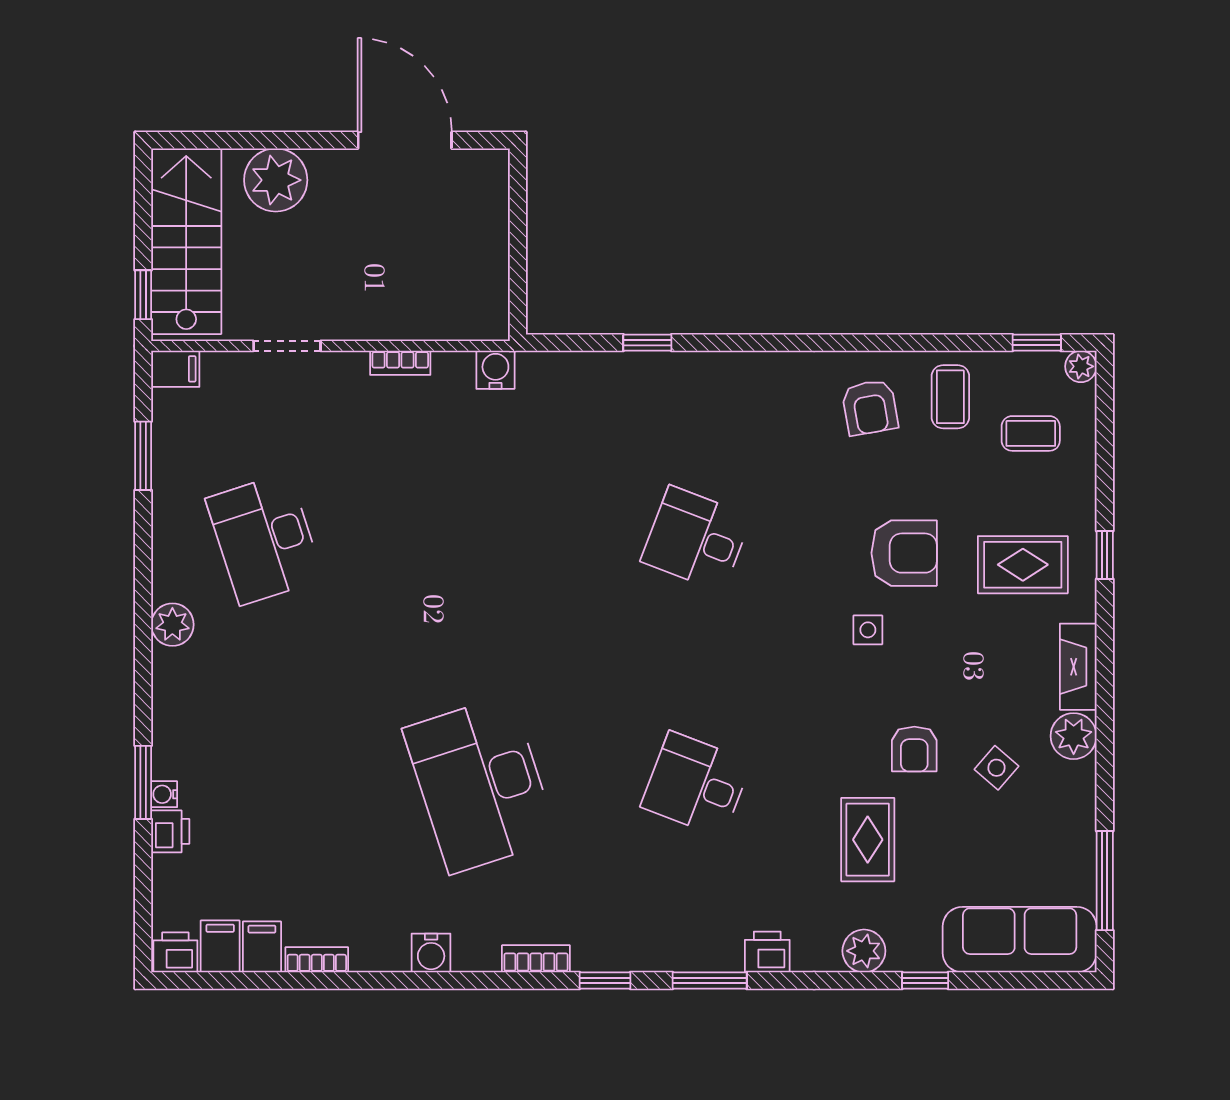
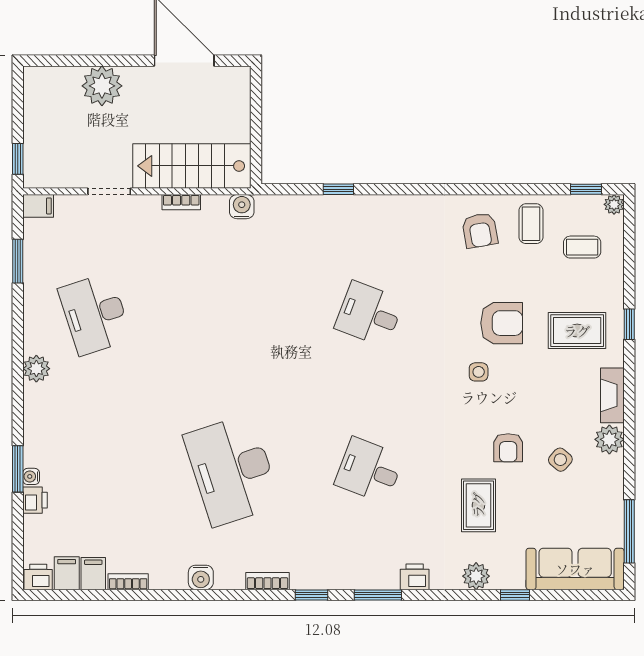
stairs: (186, 241) -> (192, 166), moved, turned -90

